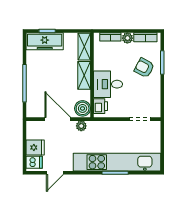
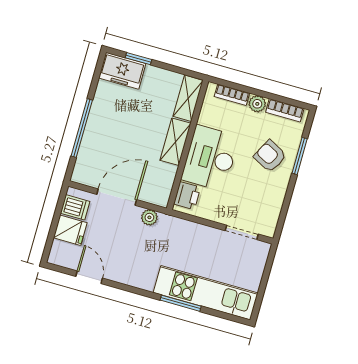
freezer: (45, 41) -> (122, 71), width x0.71
desk: (108, 84) -> (210, 158), width x1.37
boiler: (83, 108) -> (159, 191), removed
door: (58, 119) -> (117, 197), hinge flipped
dishwasher: (34, 162) -> (75, 207), moved
kitchen unit: (117, 162) -> (206, 293), width x0.73
door: (55, 173) -> (89, 277), swing flipped

